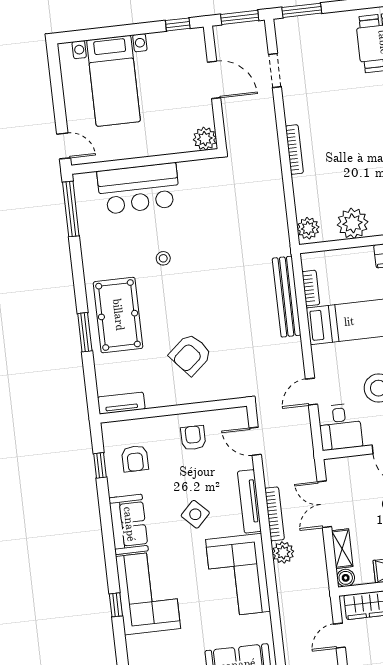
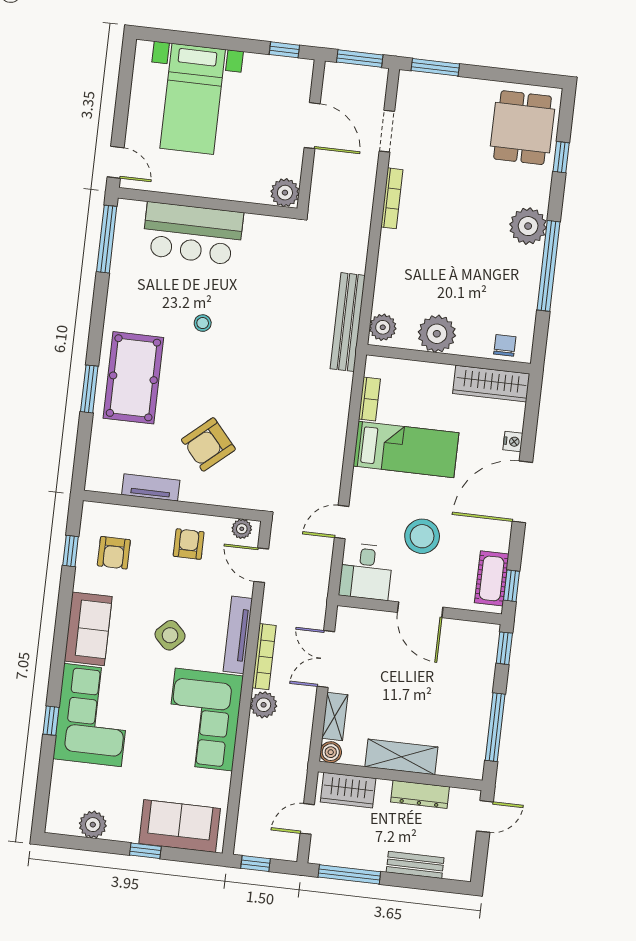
bookcase: (294, 149) -> (392, 198), moved
bench: (287, 297) -> (348, 322), moved
tv unit: (121, 403) -> (151, 487), moved
plant: (233, 416) -> (242, 529), added

